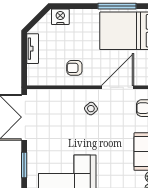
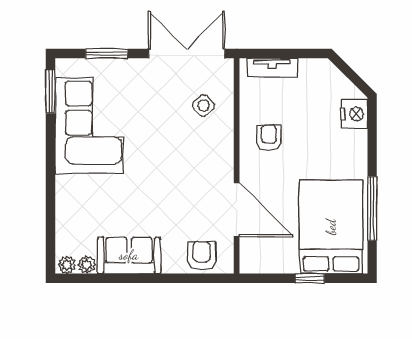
tv unit: (33, 49) -> (272, 68), moved
side table: (91, 109) -> (203, 106), moved

